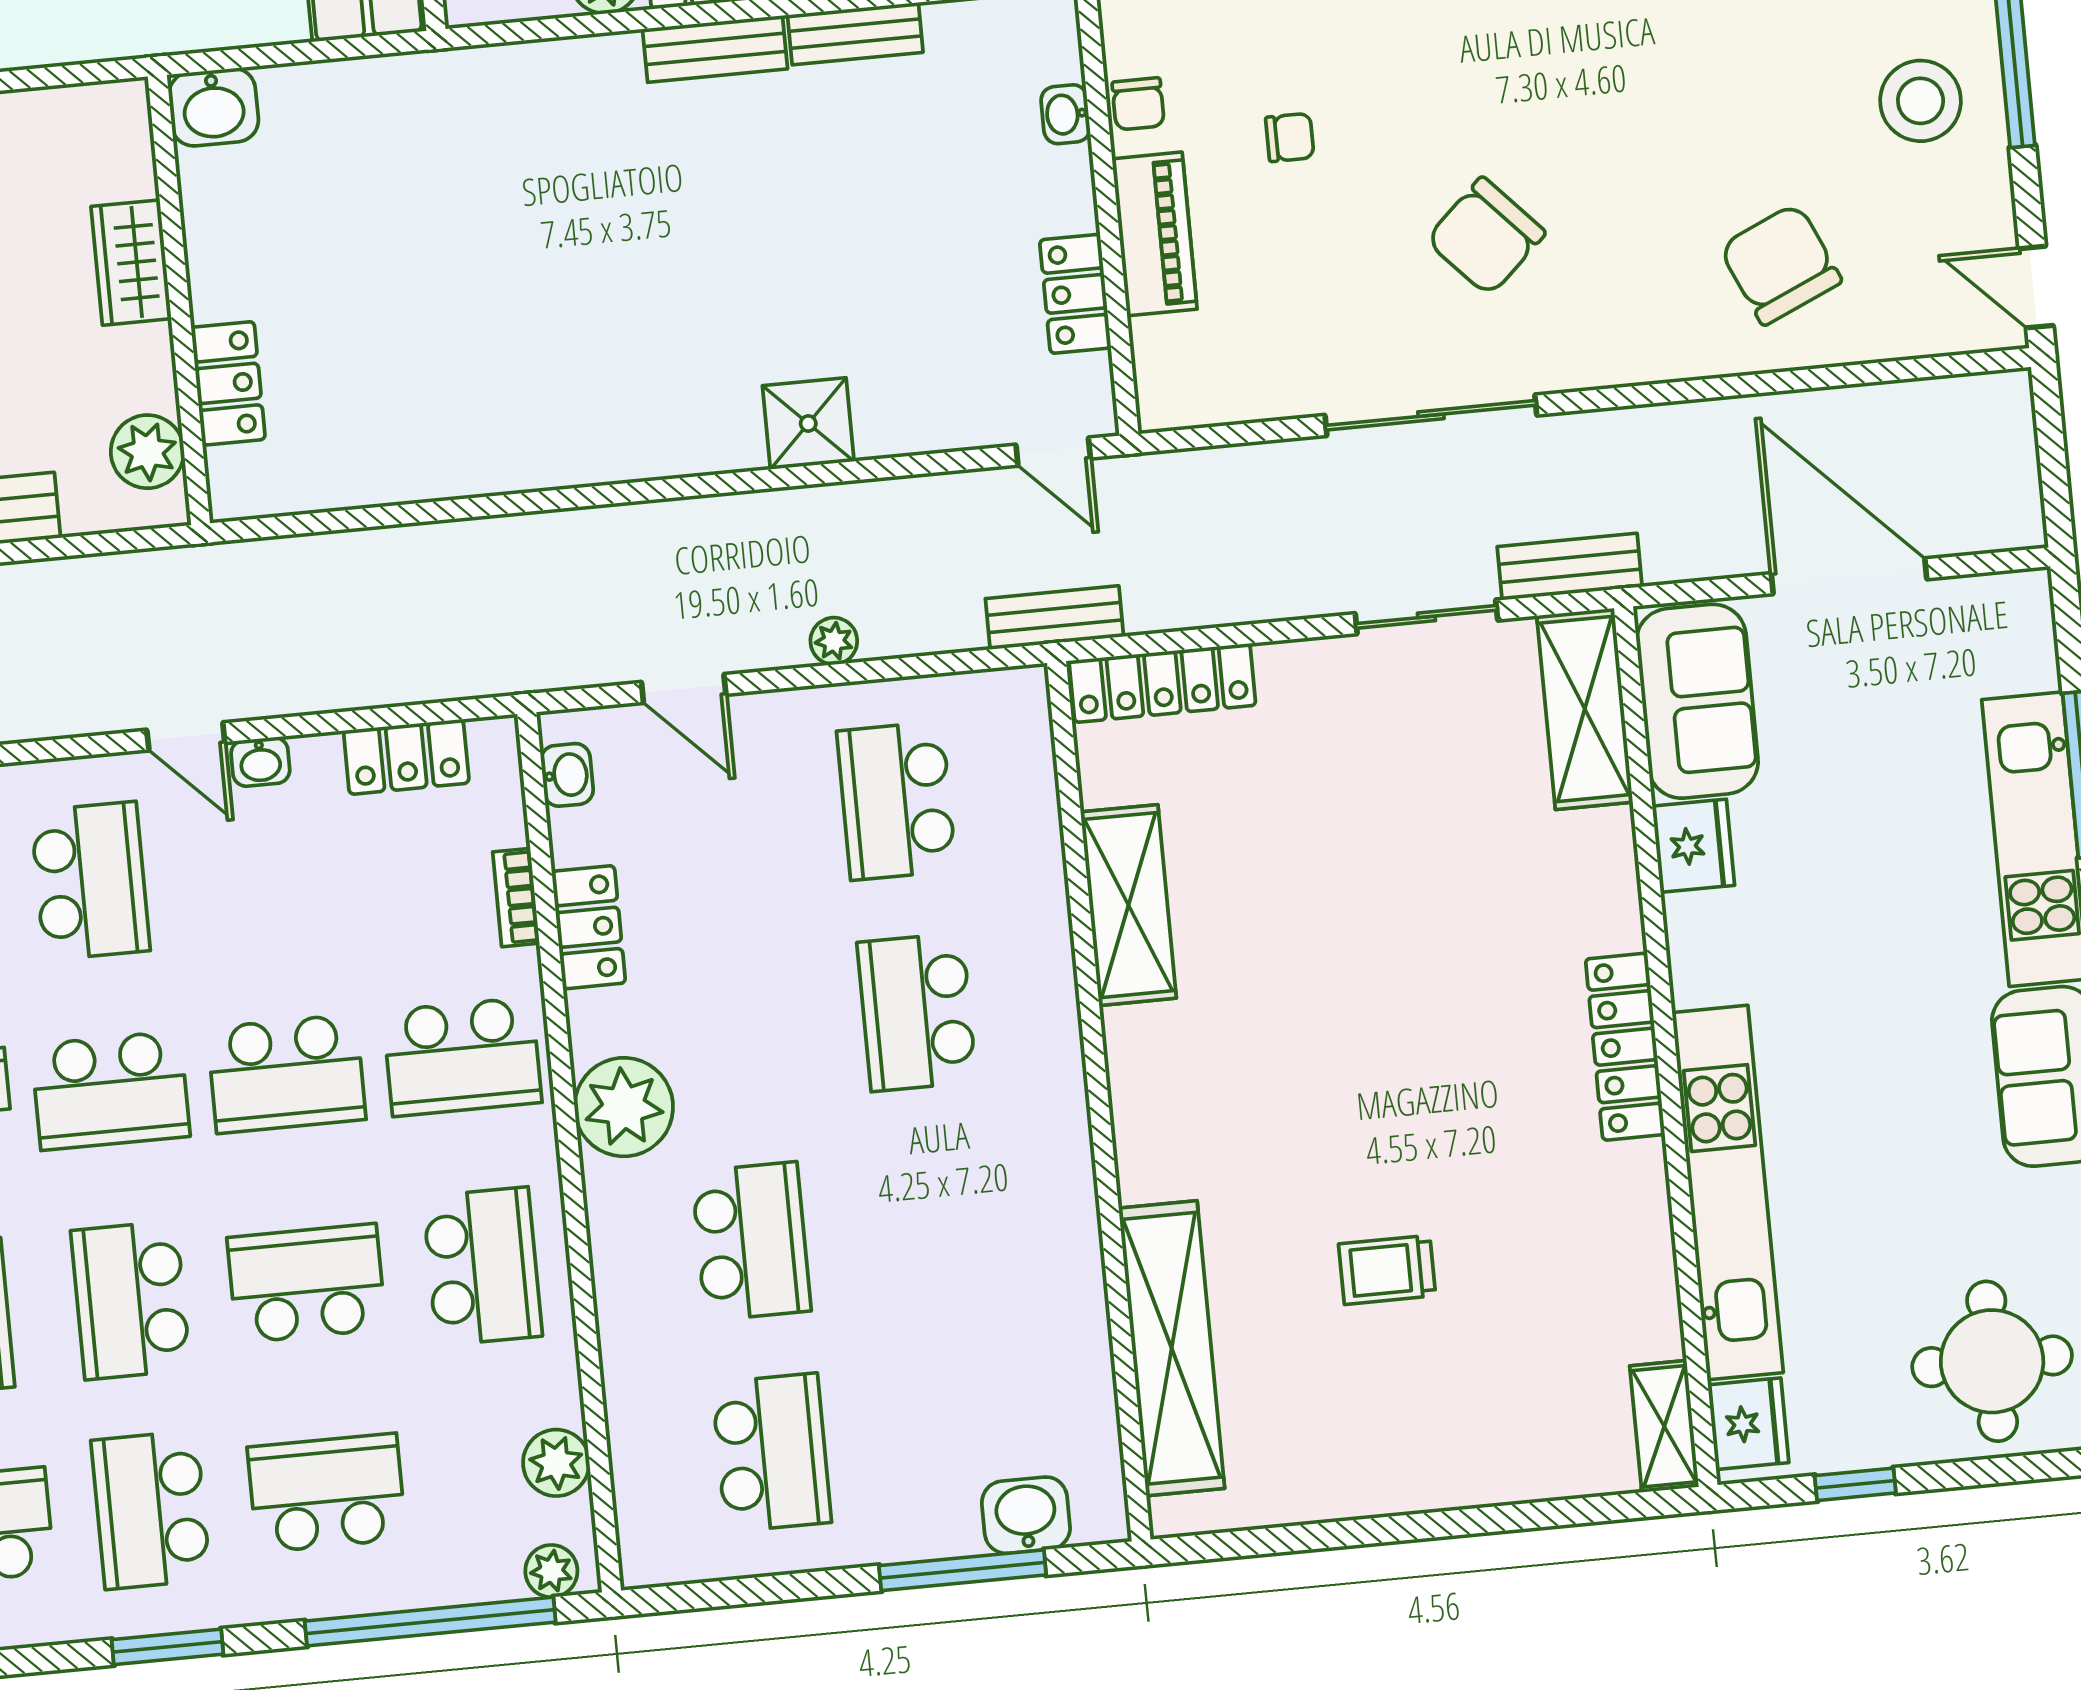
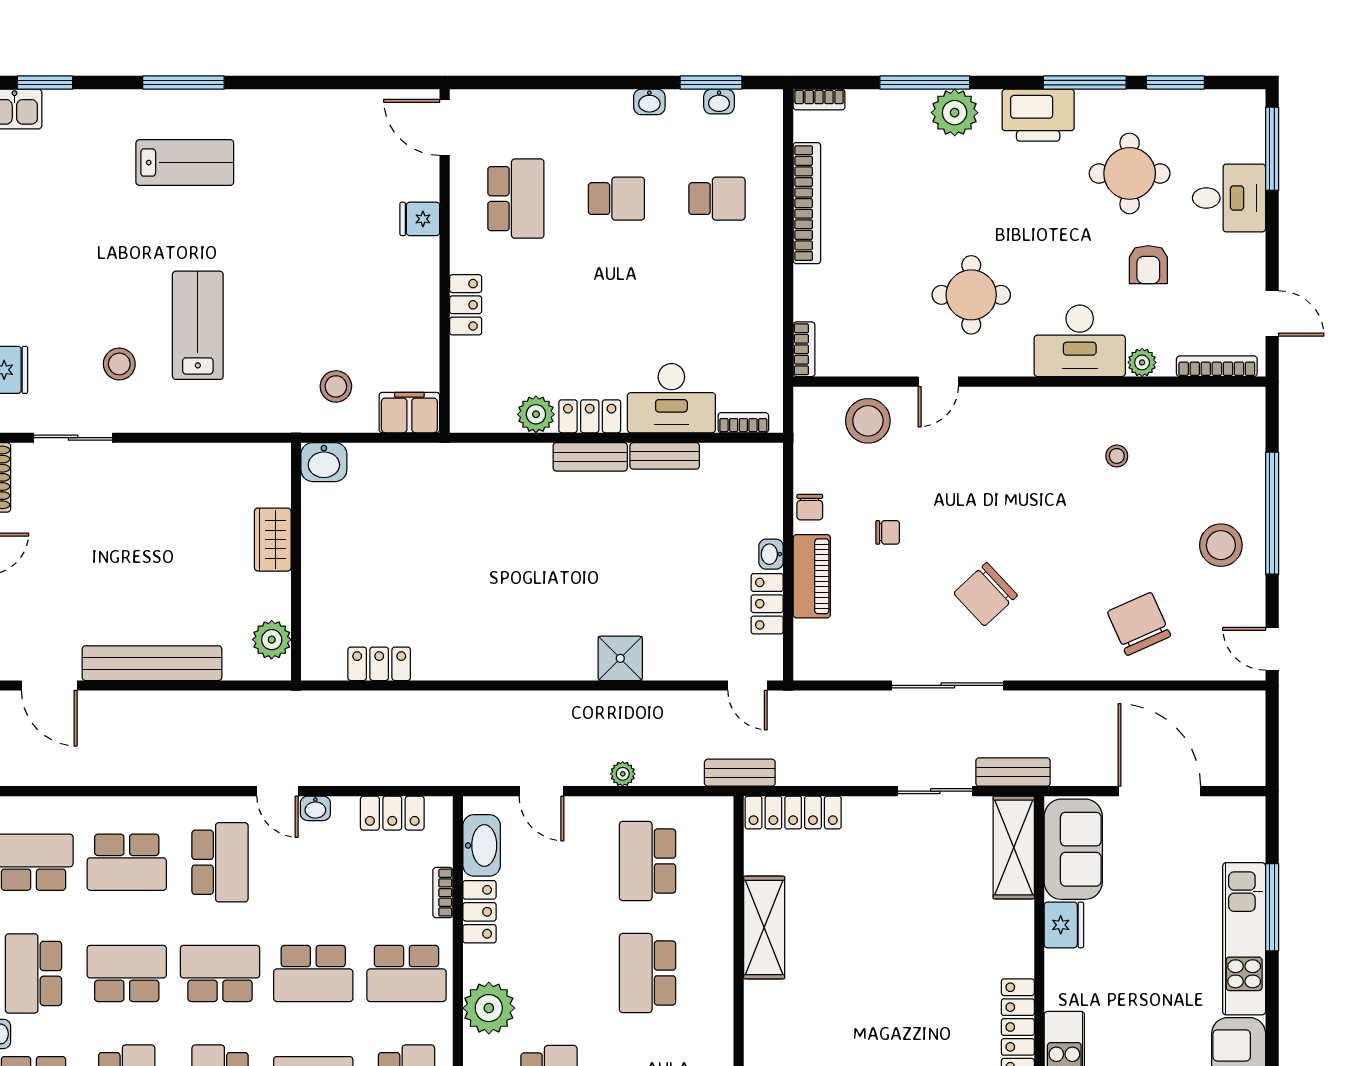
washbasin: (1066, 114) -> (771, 554), moved
locker: (228, 383) -> (379, 664), moved, turned -90
washbasin: (567, 775) -> (482, 845), width x1.91, depth x1.45
school desk: (110, 1091) -> (220, 973), turned 180

